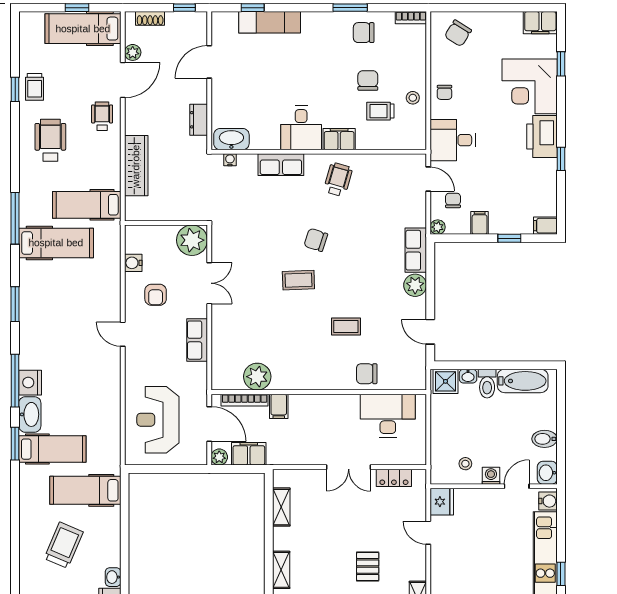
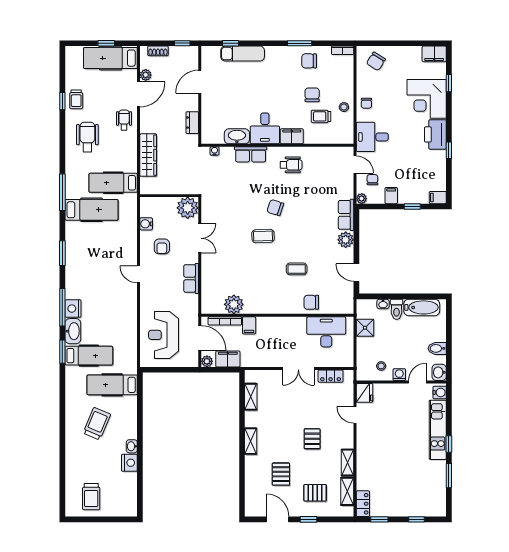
washbasin: (231, 139) -> (237, 136), moved
wheelchair: (338, 179) -> (291, 165), turned 74
shower: (445, 381) -> (365, 328), moved

